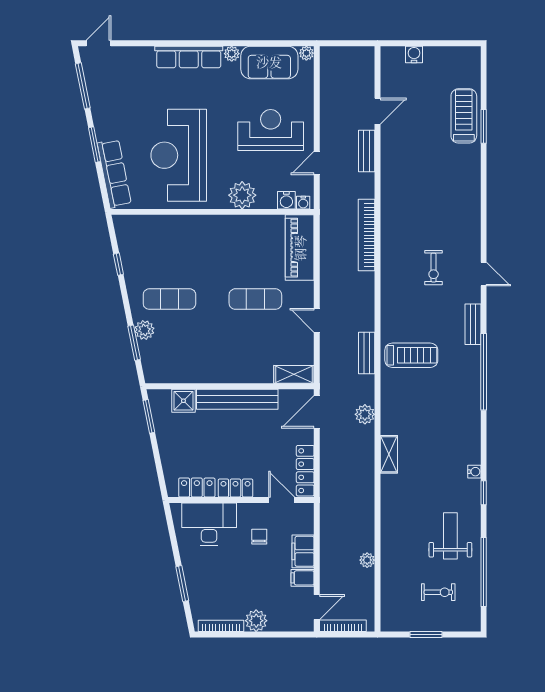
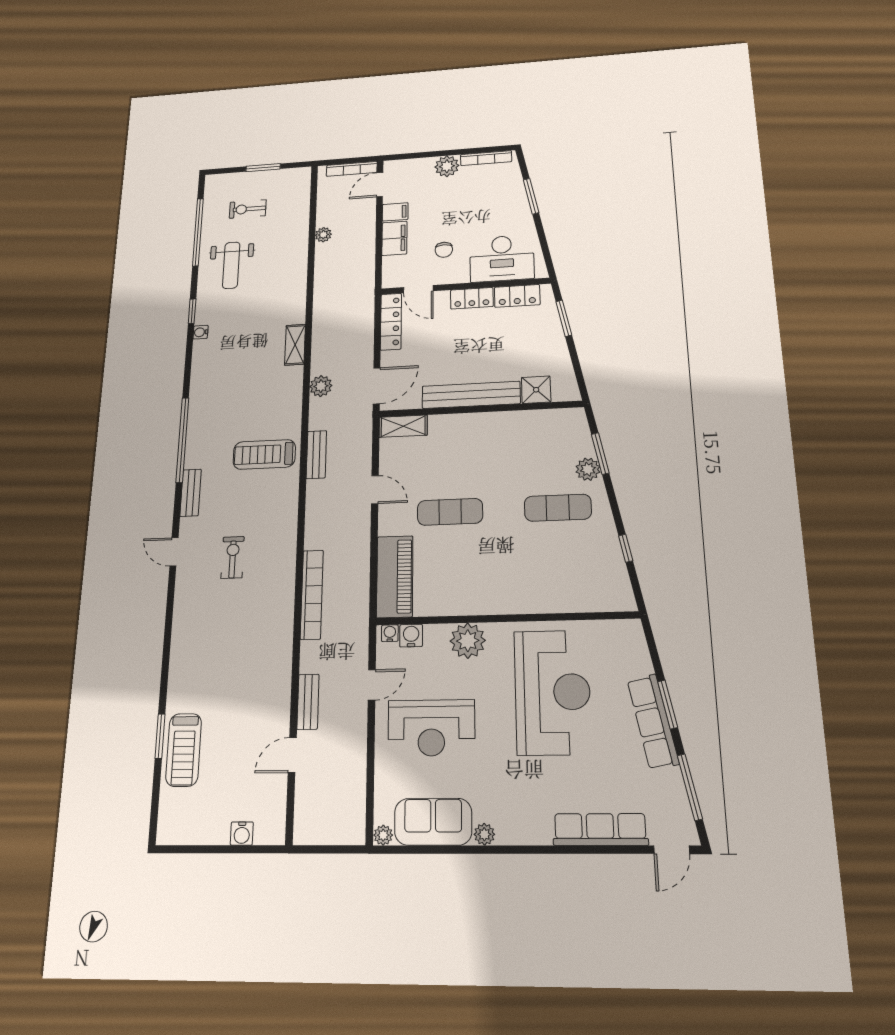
row of seats: (189, 57) -> (600, 829), moved
row of seats: (114, 174) -> (653, 722), moved
window: (149, 416) -> (564, 318), moved

